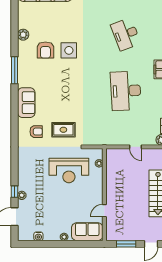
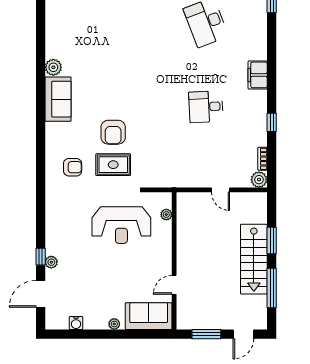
plant: (23, 35) -> (53, 67), moved
armchair: (45, 50) -> (113, 132), moved
side table: (69, 50) -> (121, 47), removed
window: (15, 70) -> (41, 76), removed
desk: (126, 91) -> (206, 107), width x0.53, depth x0.77
sofa: (26, 103) -> (58, 99), moved

